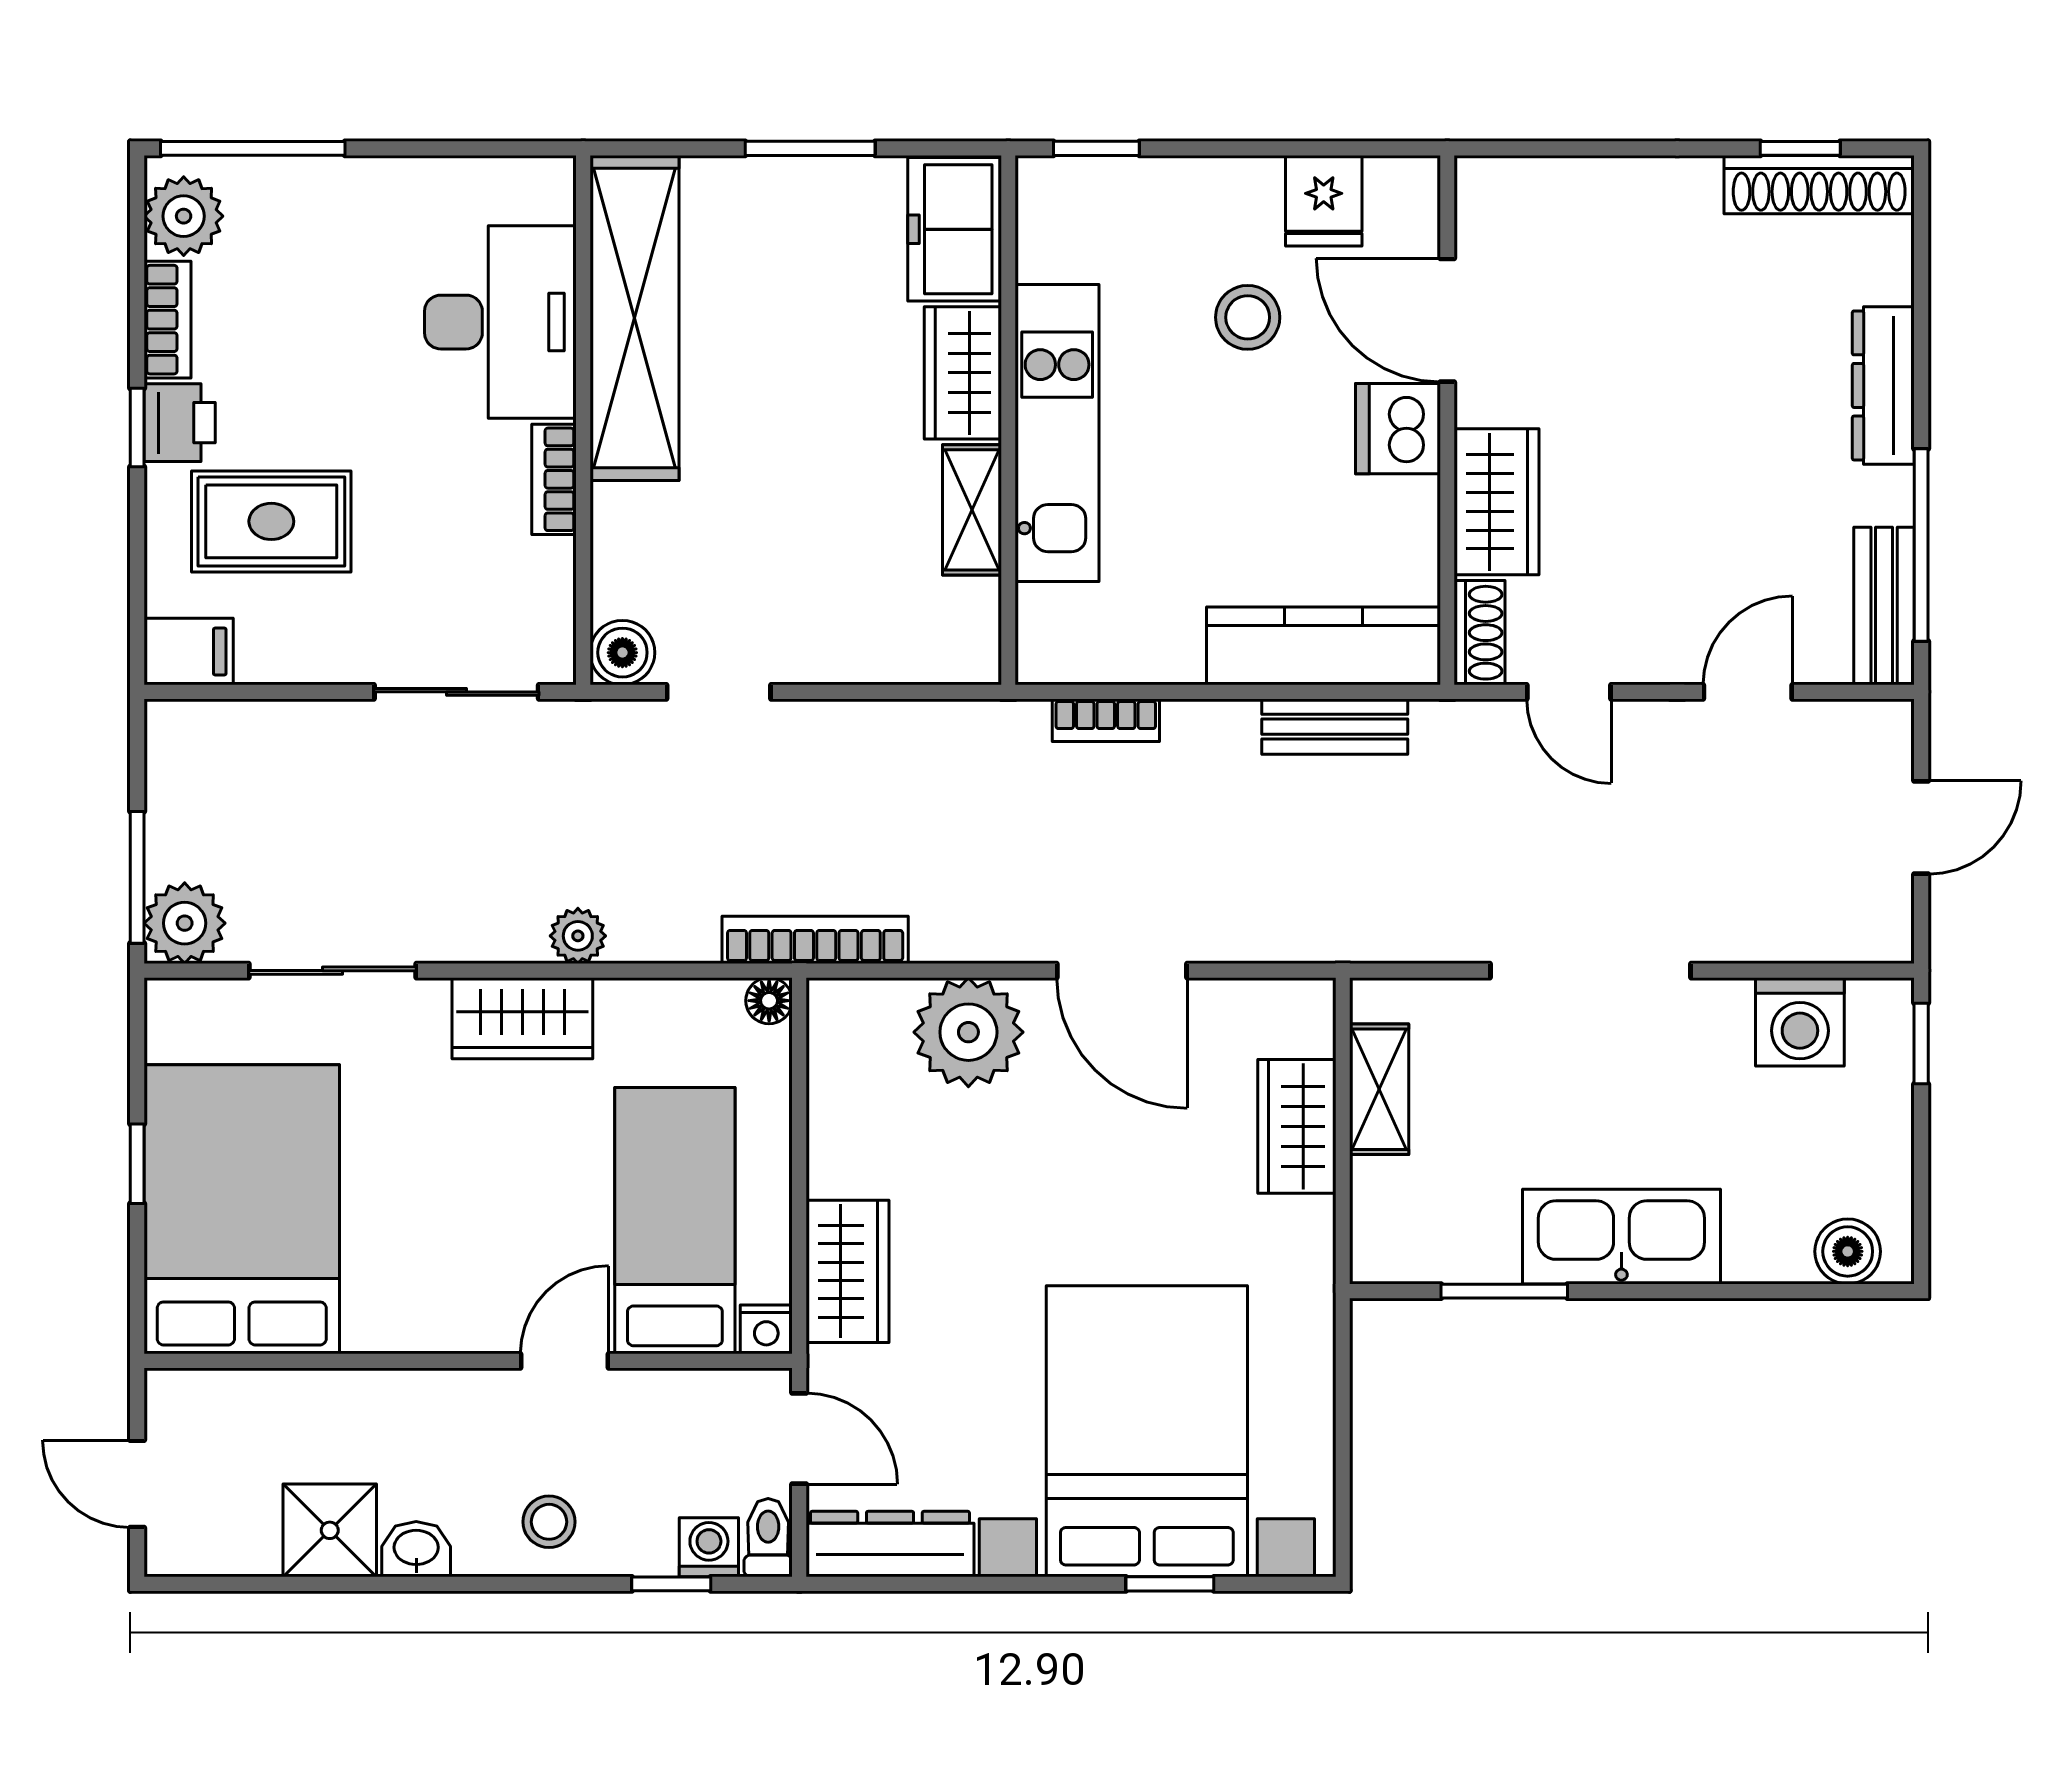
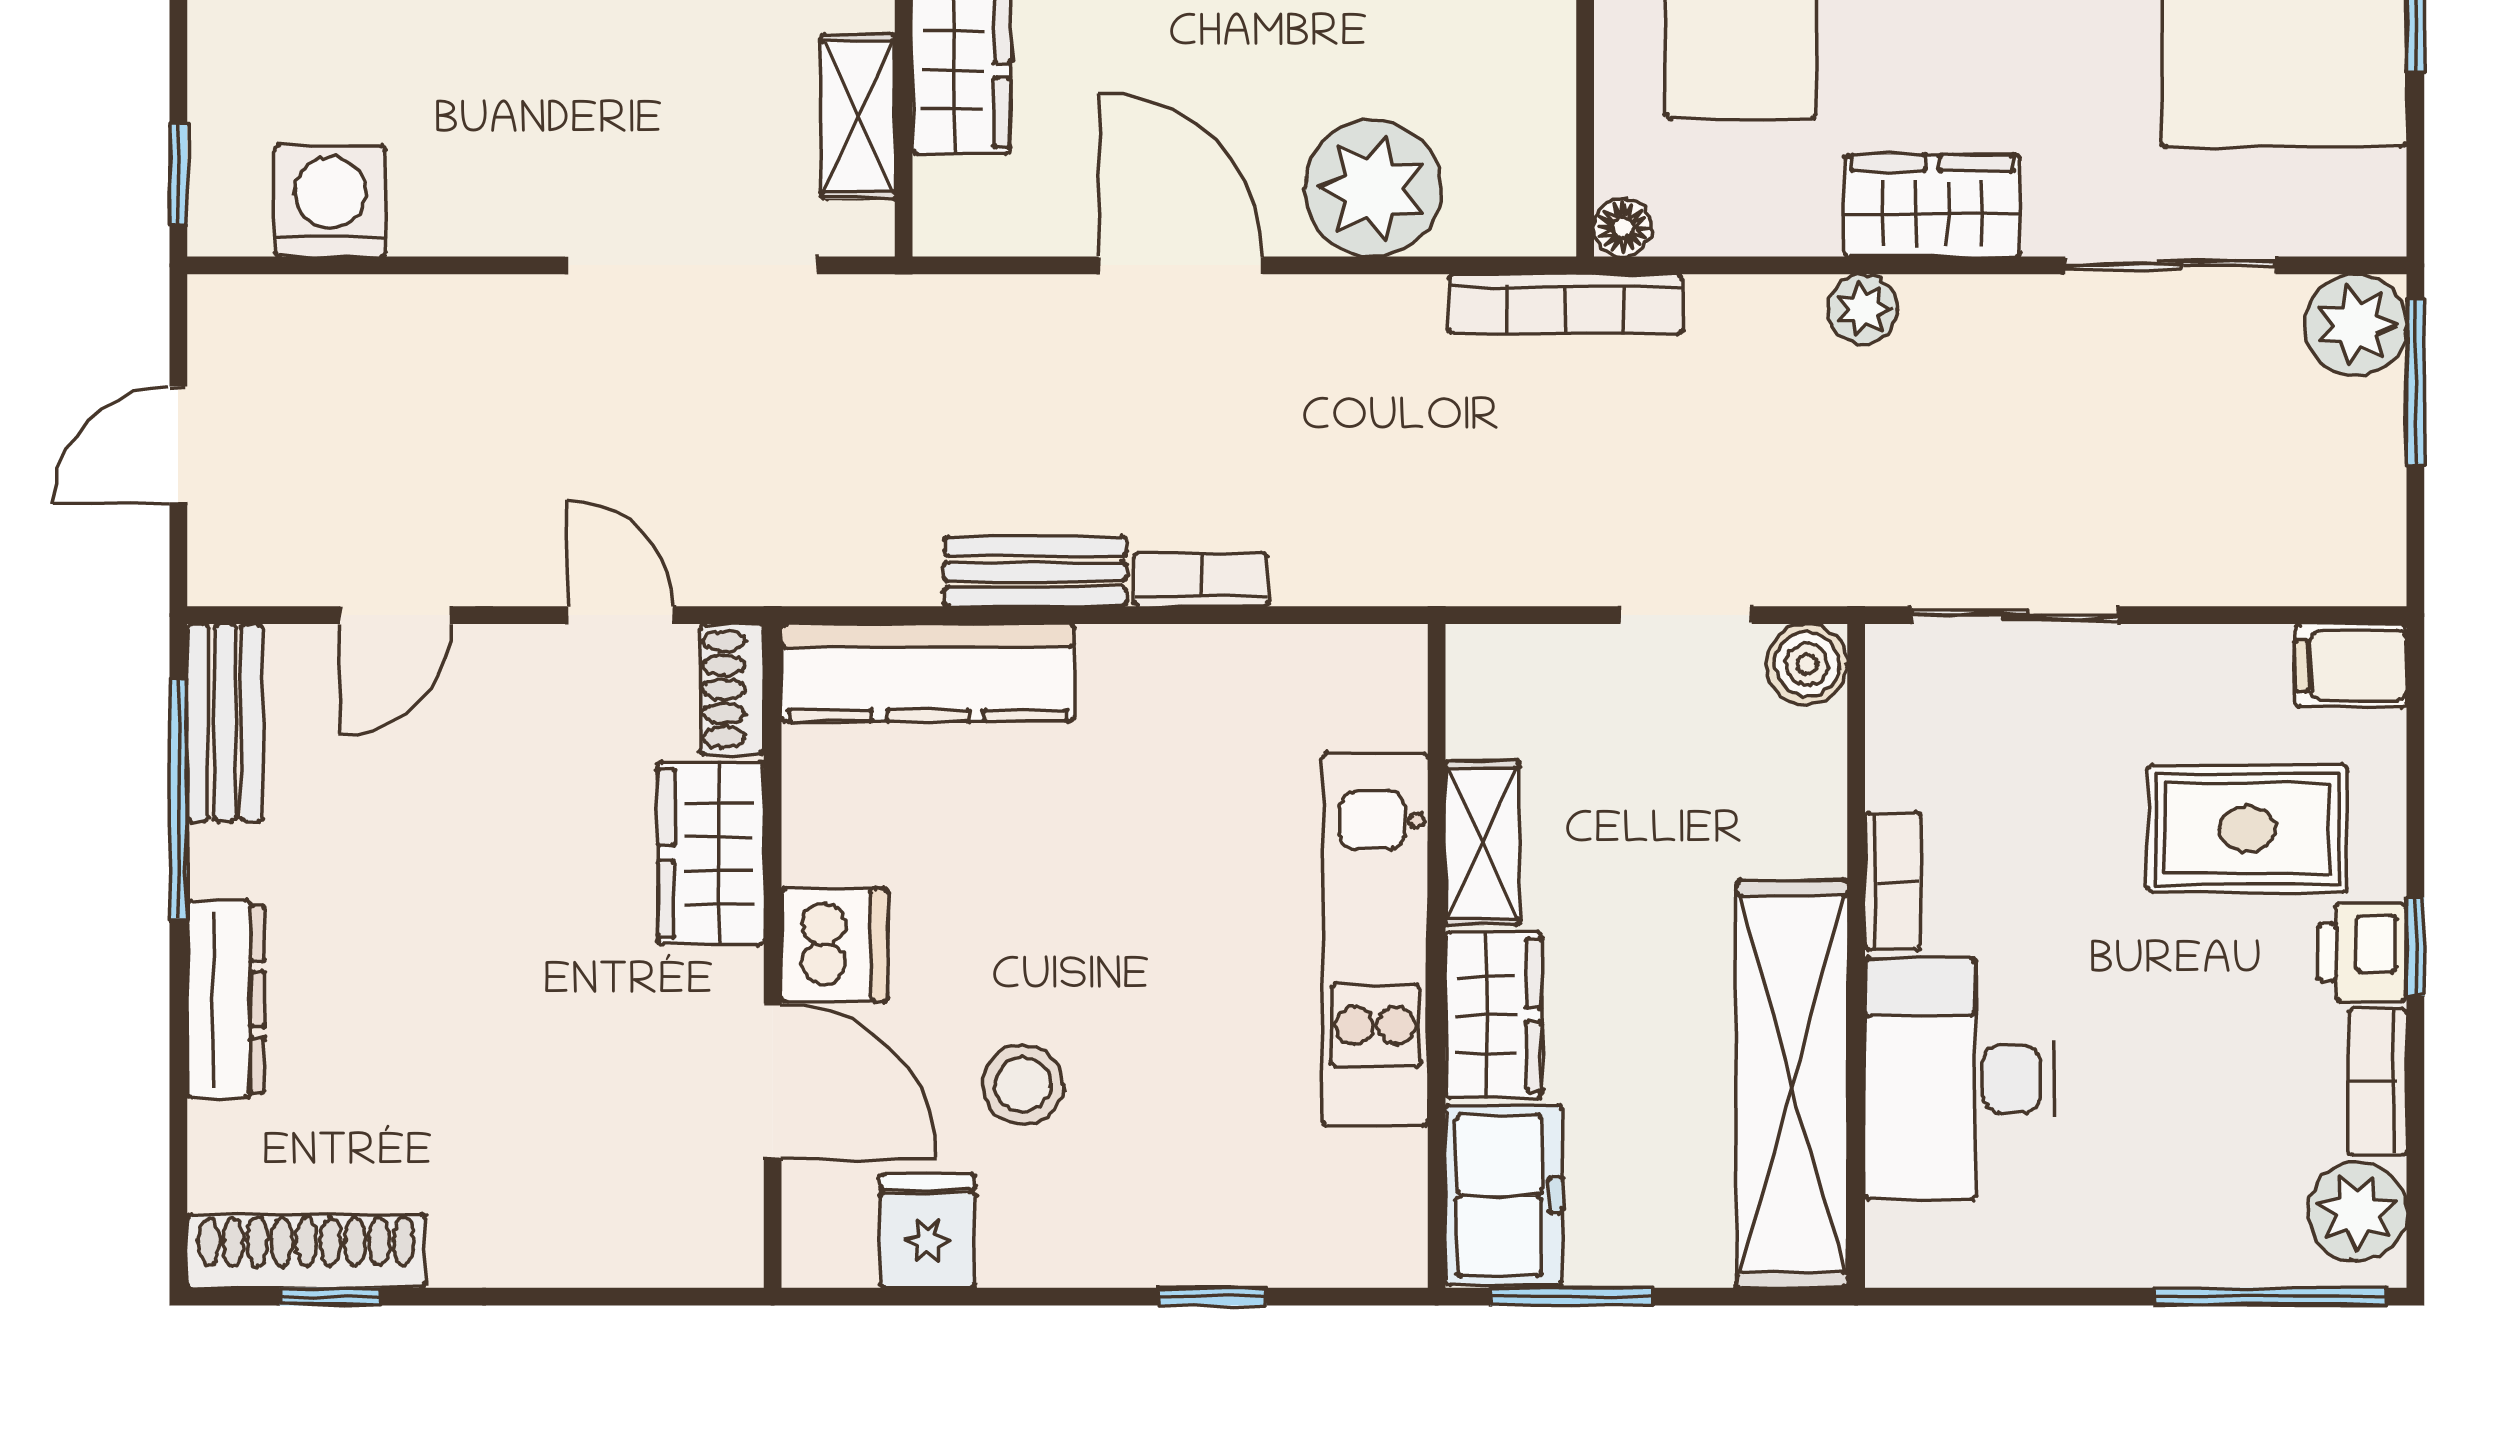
freezer: (955, 229) -> (1504, 1195), moved
wardrobe: (963, 373) -> (1494, 1015), moved
wall: (1008, 420) -> (1437, 956), moved
kitchen unit: (1057, 433) -> (1375, 940), moved
shelving: (972, 510) -> (1482, 843), moved
bench: (1335, 727) -> (1035, 571), moved
doorway: (1591, 971) -> (691, 265), moved

